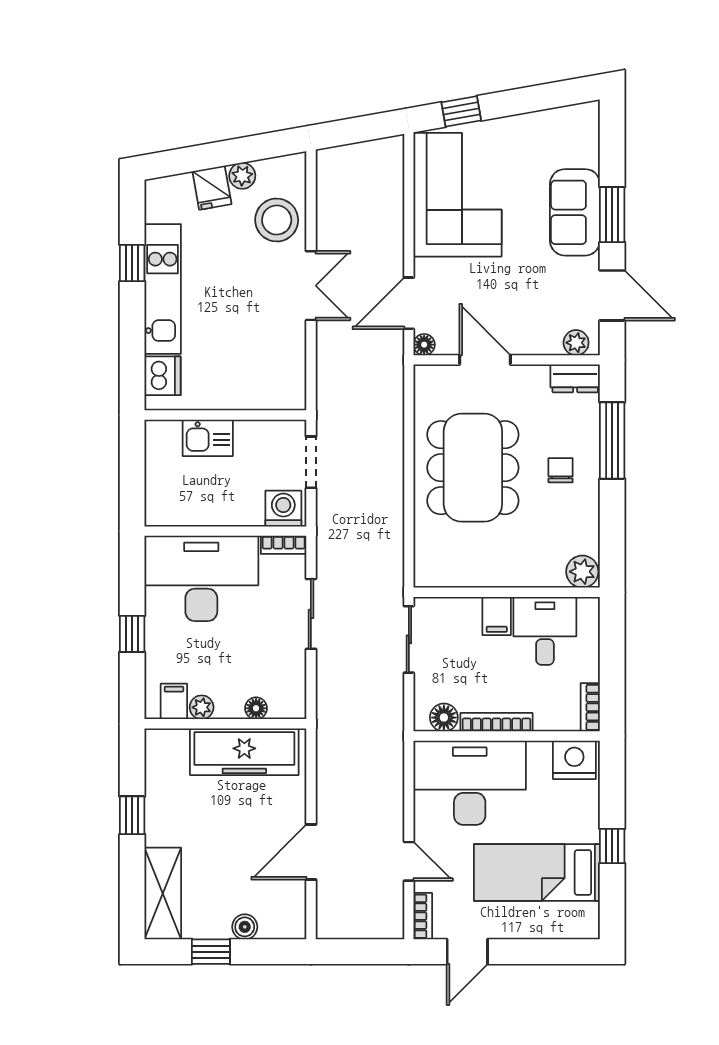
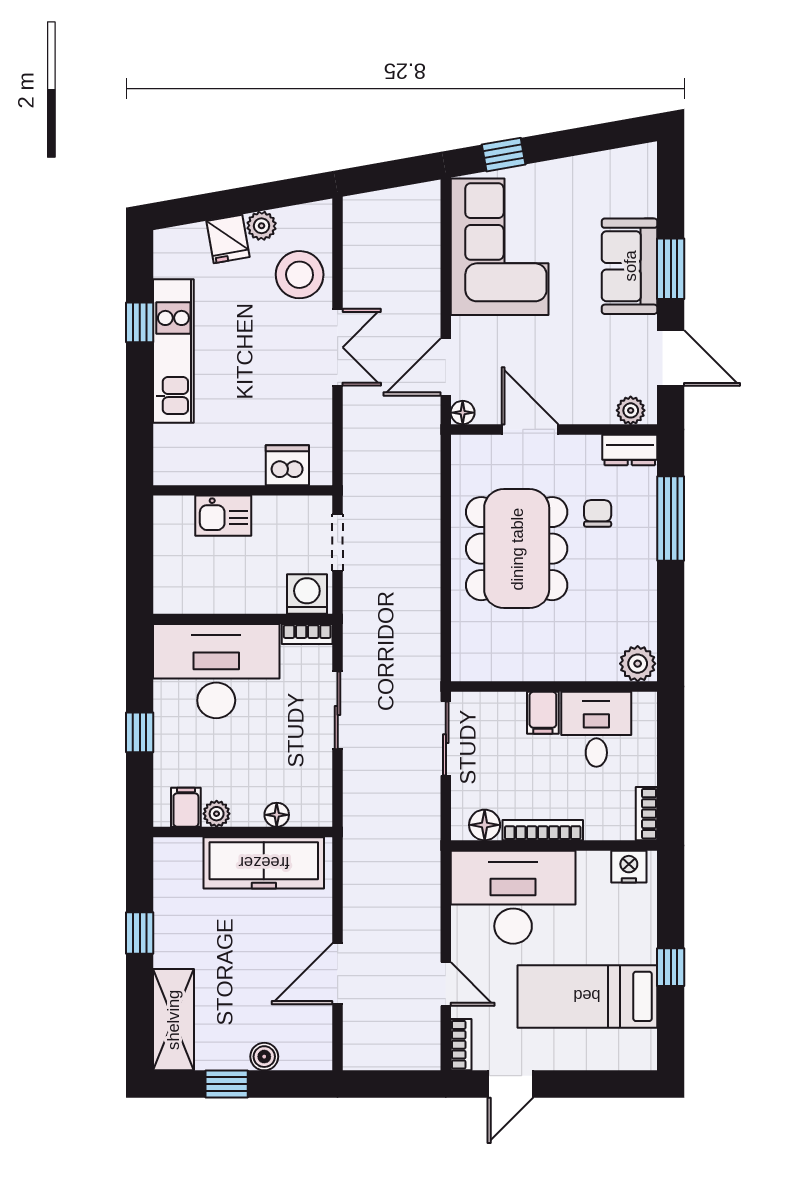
dishwasher: (162, 376) -> (287, 465), moved, turned -90
chair: (561, 470) -> (598, 513), moved
nightstand: (574, 760) -> (629, 867), width x0.74, depth x0.75

